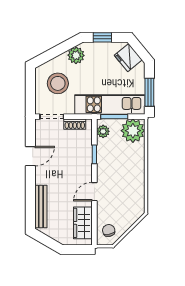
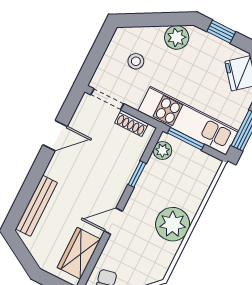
stool: (58, 83) -> (136, 61), width x0.53, depth x0.53
plant: (133, 131) -> (173, 224), moved

